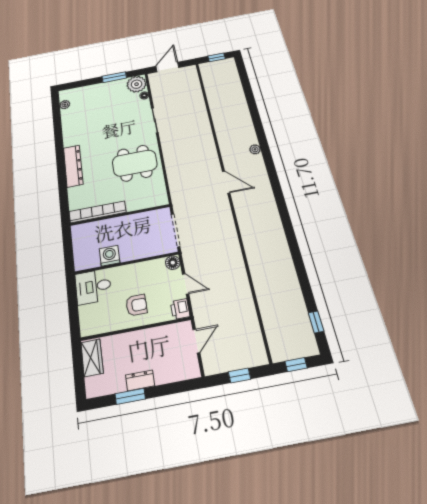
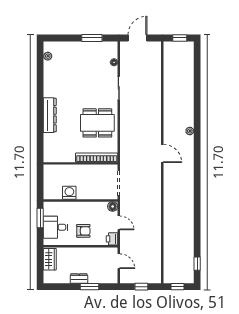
plant: (137, 84) -> (109, 50), removed
bookcase: (97, 212) -> (97, 158), moved
desk: (93, 287) -> (55, 227), moved
window: (72, 298) -> (40, 218), added
door: (196, 341) -> (119, 261), hinge flipped
window: (130, 396) -> (90, 287), moved

